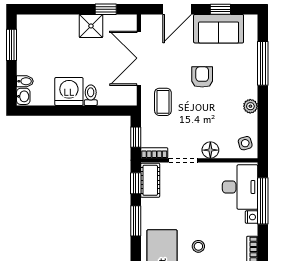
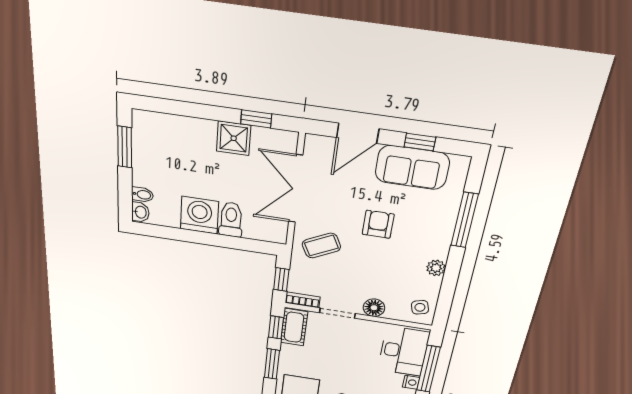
toilet: (91, 95) -> (231, 220), width x1.37, depth x1.39
coffee table: (163, 102) -> (321, 246), turned 63

